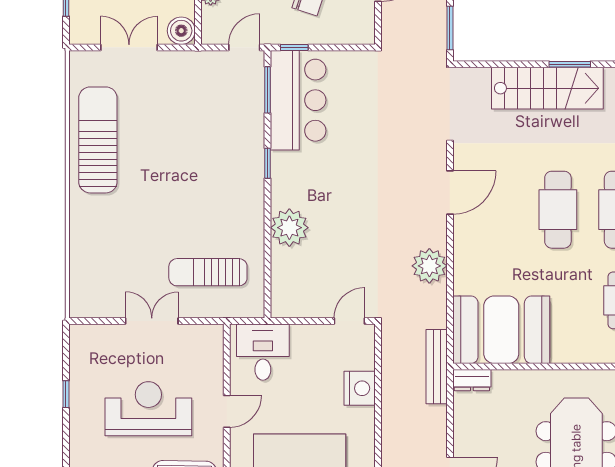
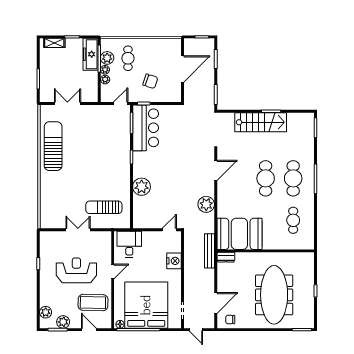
boiler: (181, 31) -> (92, 96), removed

